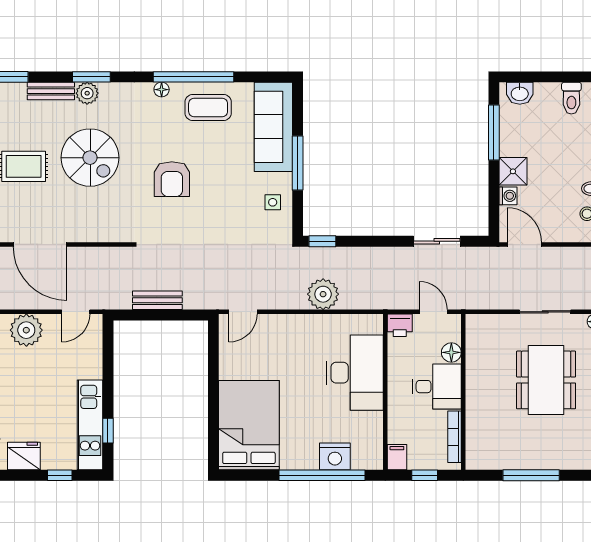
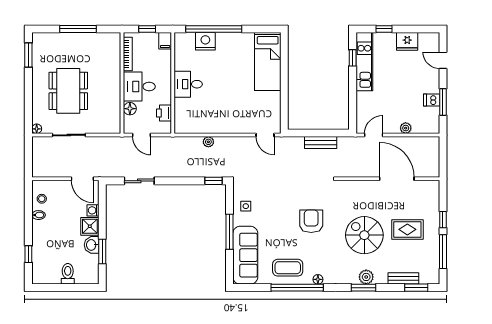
bench: (51, 91) -> (403, 278), moved
washbasin: (520, 93) -> (92, 245), moved, turned -90
toilet: (571, 98) -> (68, 274), moved
window: (494, 132) -> (102, 251), width x0.69
plant: (323, 294) -> (208, 142), width x0.53, depth x0.53
door: (243, 312) -> (265, 135), swing flipped
printer: (400, 325) -> (164, 113), moved, turned -90
plant: (26, 330) -> (406, 128), width x0.53, depth x0.53
desk: (355, 373) -> (188, 84), width x0.53, depth x0.77
bed: (249, 425) -> (268, 61), width x0.67

